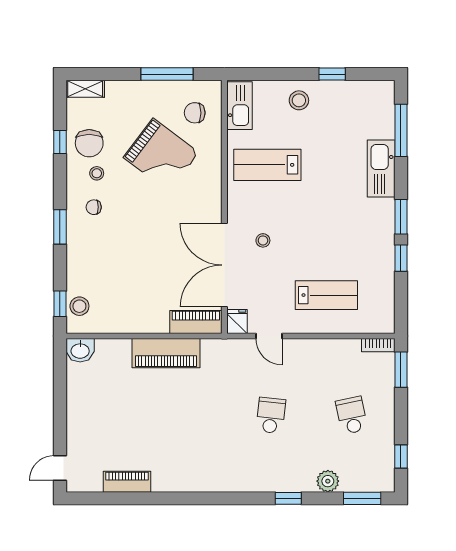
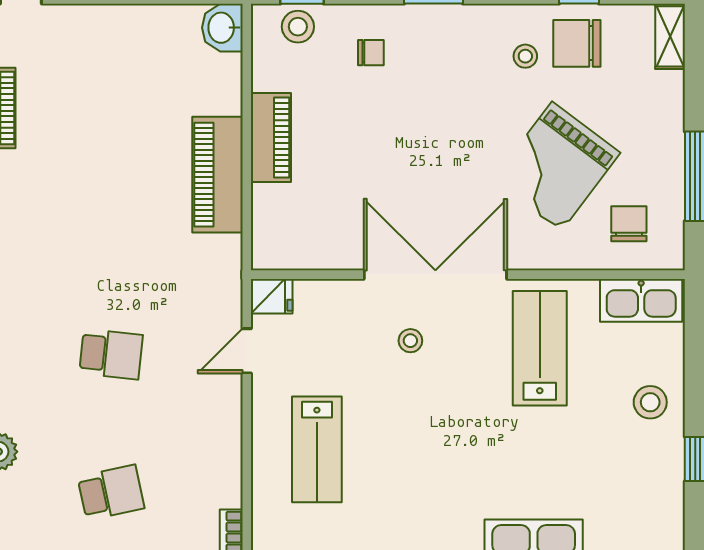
chair: (94, 207) -> (371, 53), moved, turned 90
double door: (224, 265) -> (435, 275), moved
piano: (196, 322) -> (271, 137), moved

